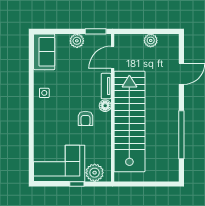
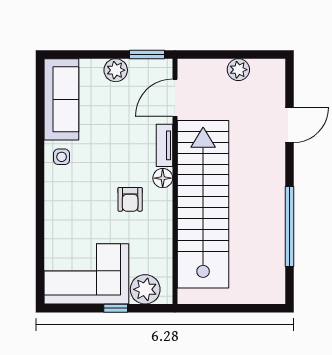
sofa: (44, 52) -> (61, 99), width x1.36

